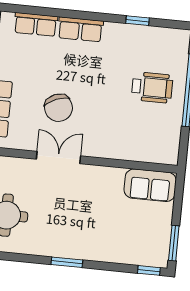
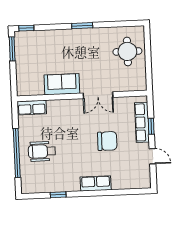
row of seats: (36, 24) -> (32, 108), moved, turned 180
chair: (59, 108) -> (107, 141), moved, turned 112
sofa: (150, 185) -> (62, 84), moved

